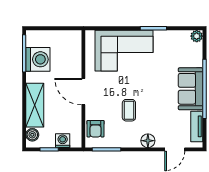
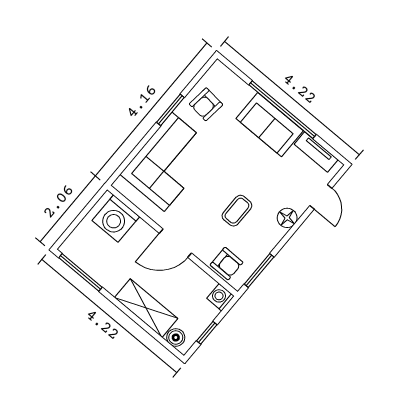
plant: (197, 36) -> (218, 70), removed
armchair: (173, 45) -> (206, 104), added
washing machine: (38, 59) -> (116, 219), moved, turned 180
coffee table: (129, 110) -> (237, 211), turned 90
washing machine: (63, 141) -> (221, 297), moved

